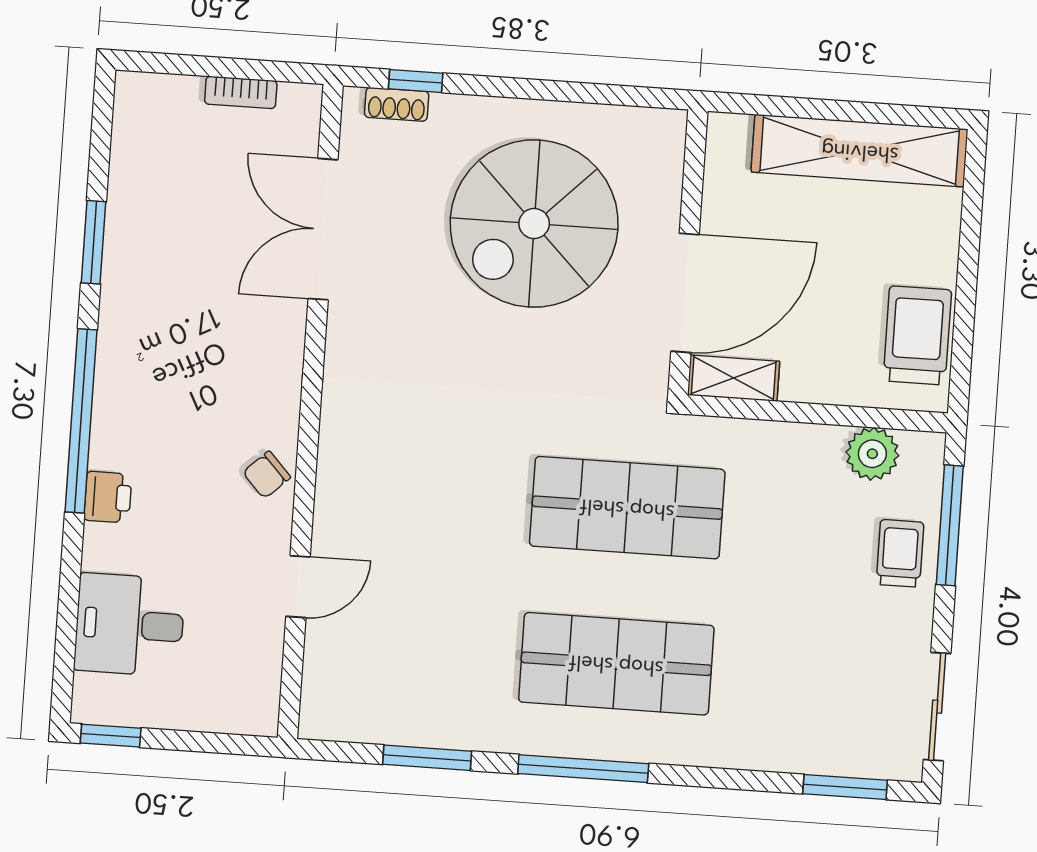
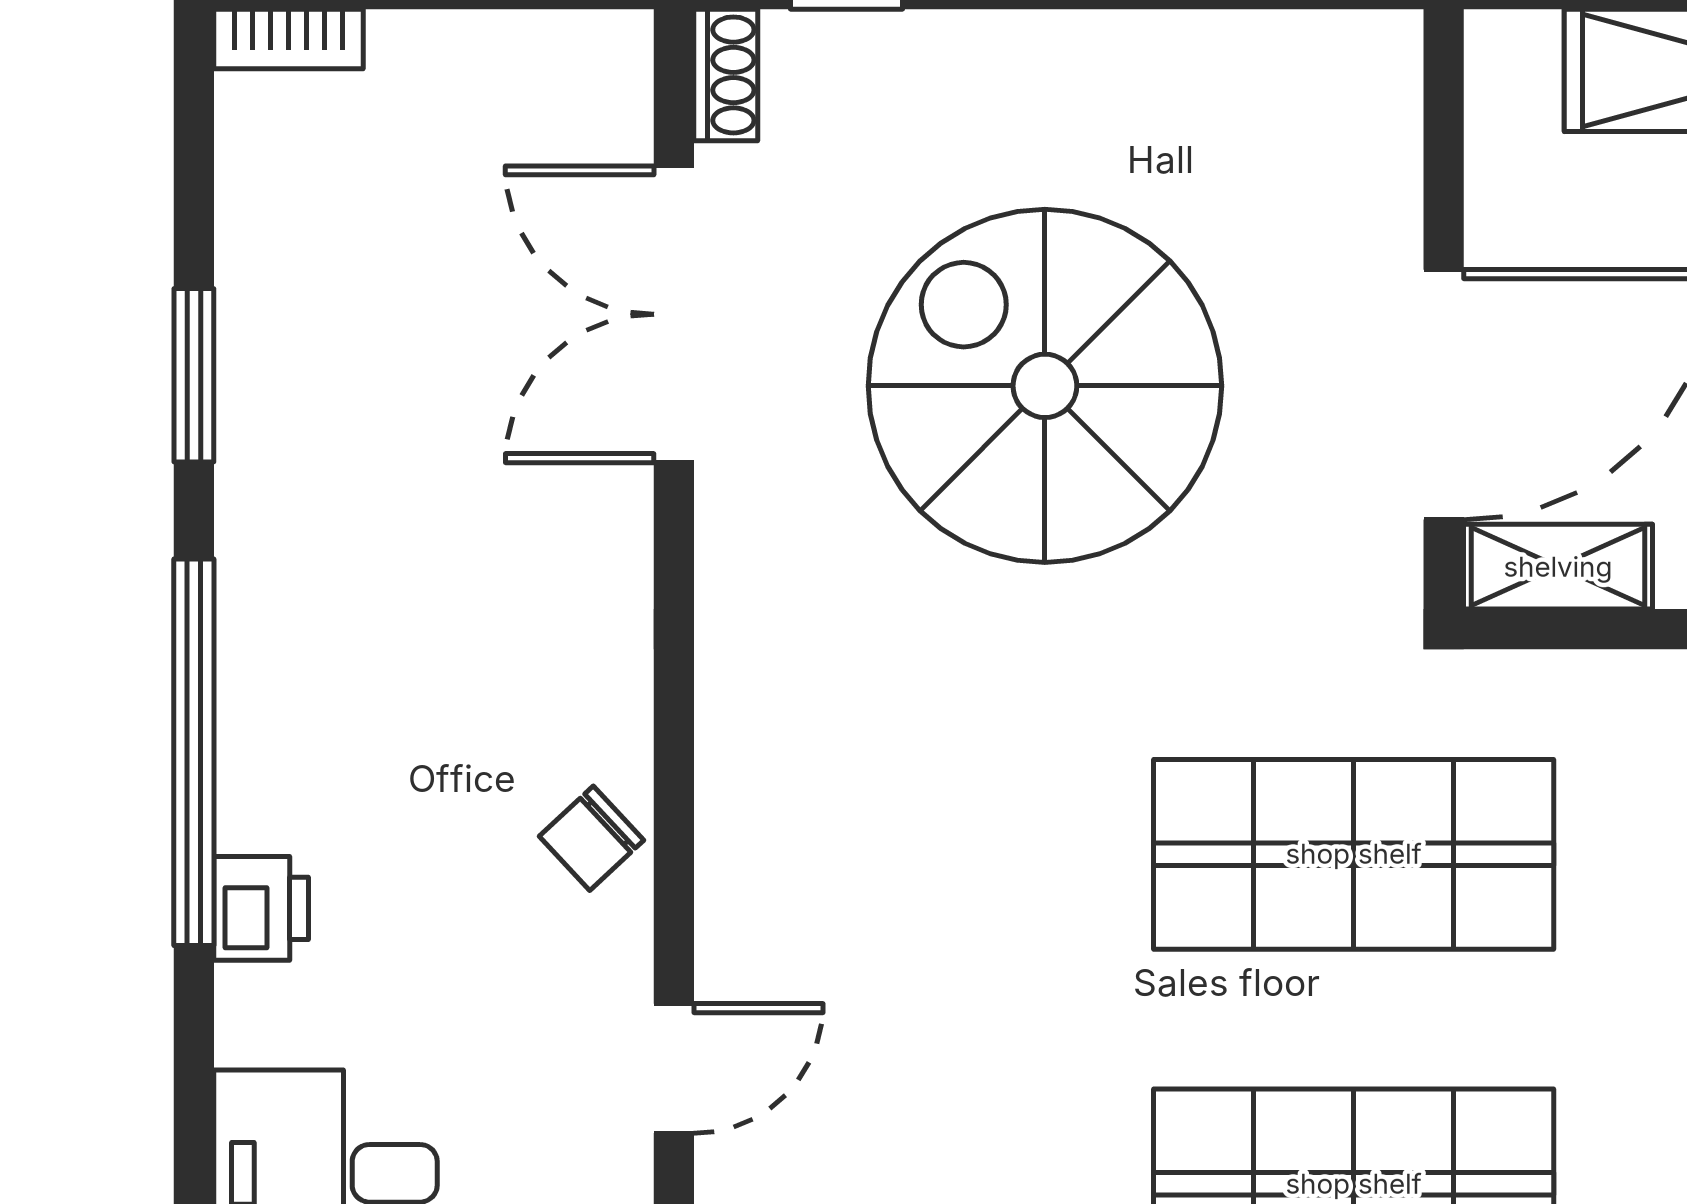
bookcase: (241, 92) -> (288, 39), moved
shoe rack: (397, 104) -> (726, 75), moved, turned -90
spiral stairs: (534, 224) -> (1045, 386), moved, turned 90

